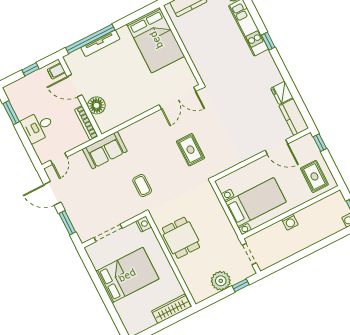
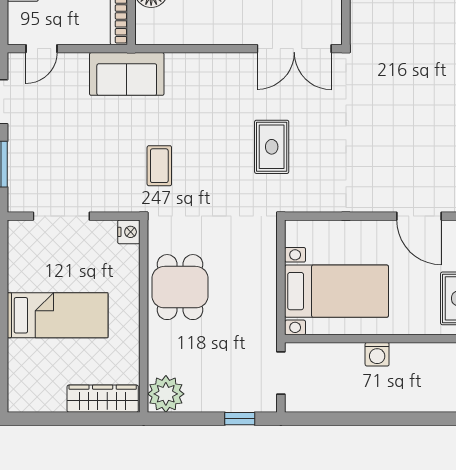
bed: (127, 275) -> (58, 315), width x0.67
plant: (221, 281) -> (166, 394), moved

